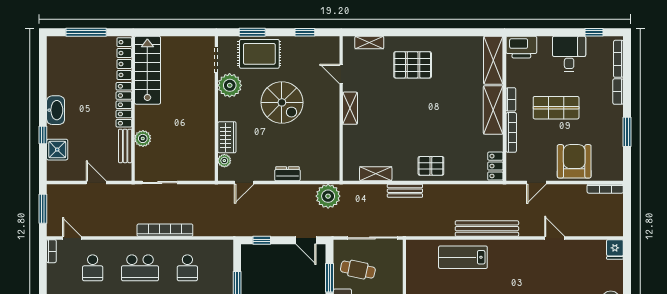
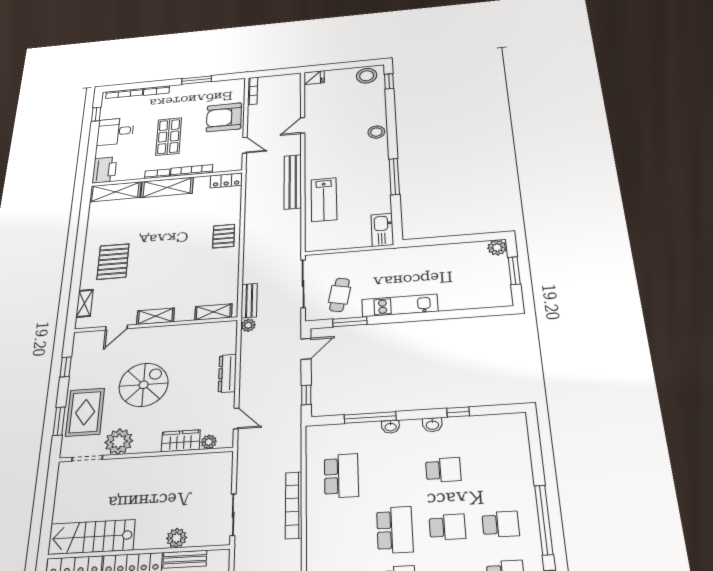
dresser: (287, 174) -> (227, 373), width x1.44
shelving: (376, 174) -> (213, 312), moved, turned 90
bench: (405, 191) -> (249, 301), moved
plant: (328, 196) -> (248, 325), width x0.53, depth x0.53
school desk: (140, 268) -> (343, 533), removed
school desk: (187, 268) -> (341, 476), width x1.85

